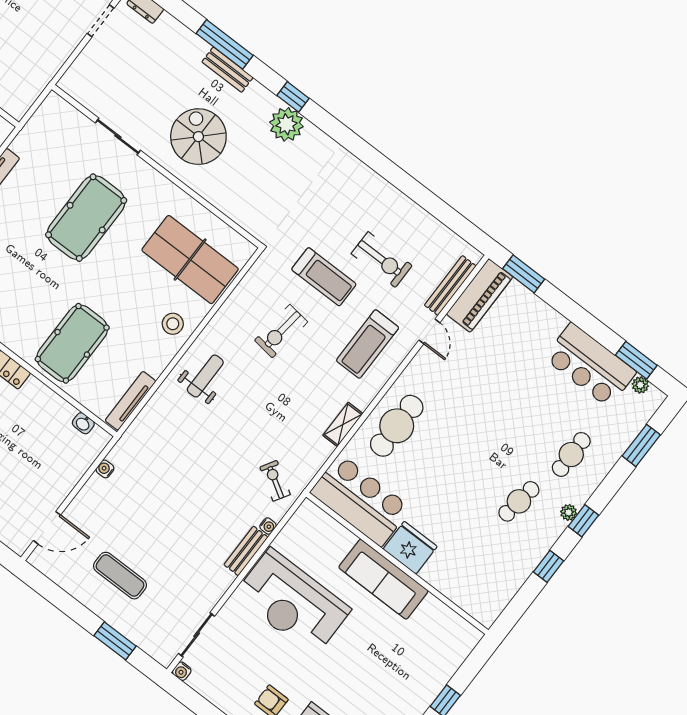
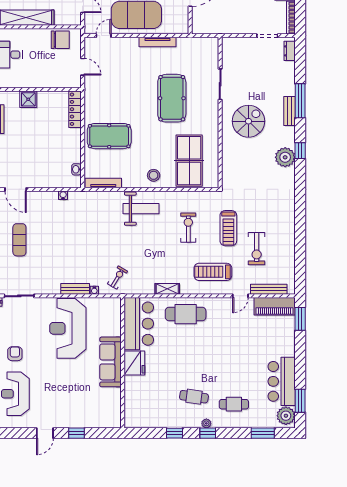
pool table: (86, 218) -> (172, 98), turned 90
exercise bike: (281, 331) -> (188, 228), turned 83
weight bench: (205, 376) -> (141, 209), width x1.36, depth x1.33
plant: (640, 385) -> (286, 416), width x1.88, depth x1.88

